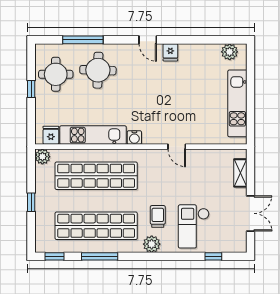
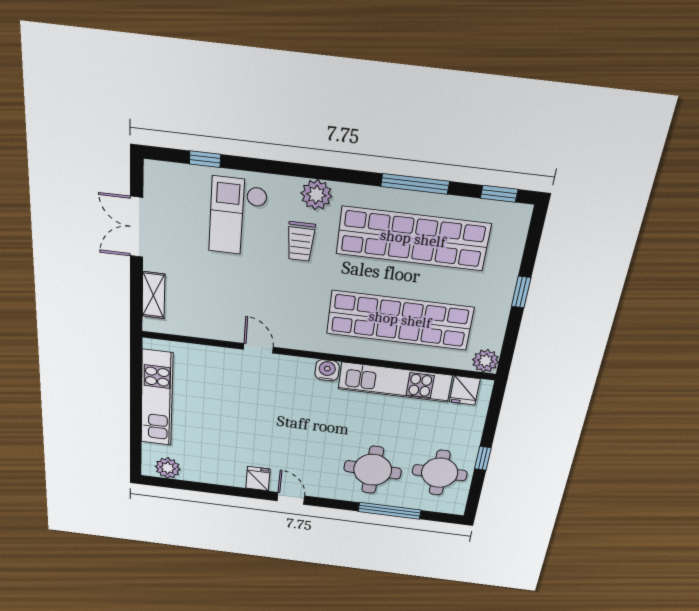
checkout: (194, 226) -> (238, 217), turned 180

